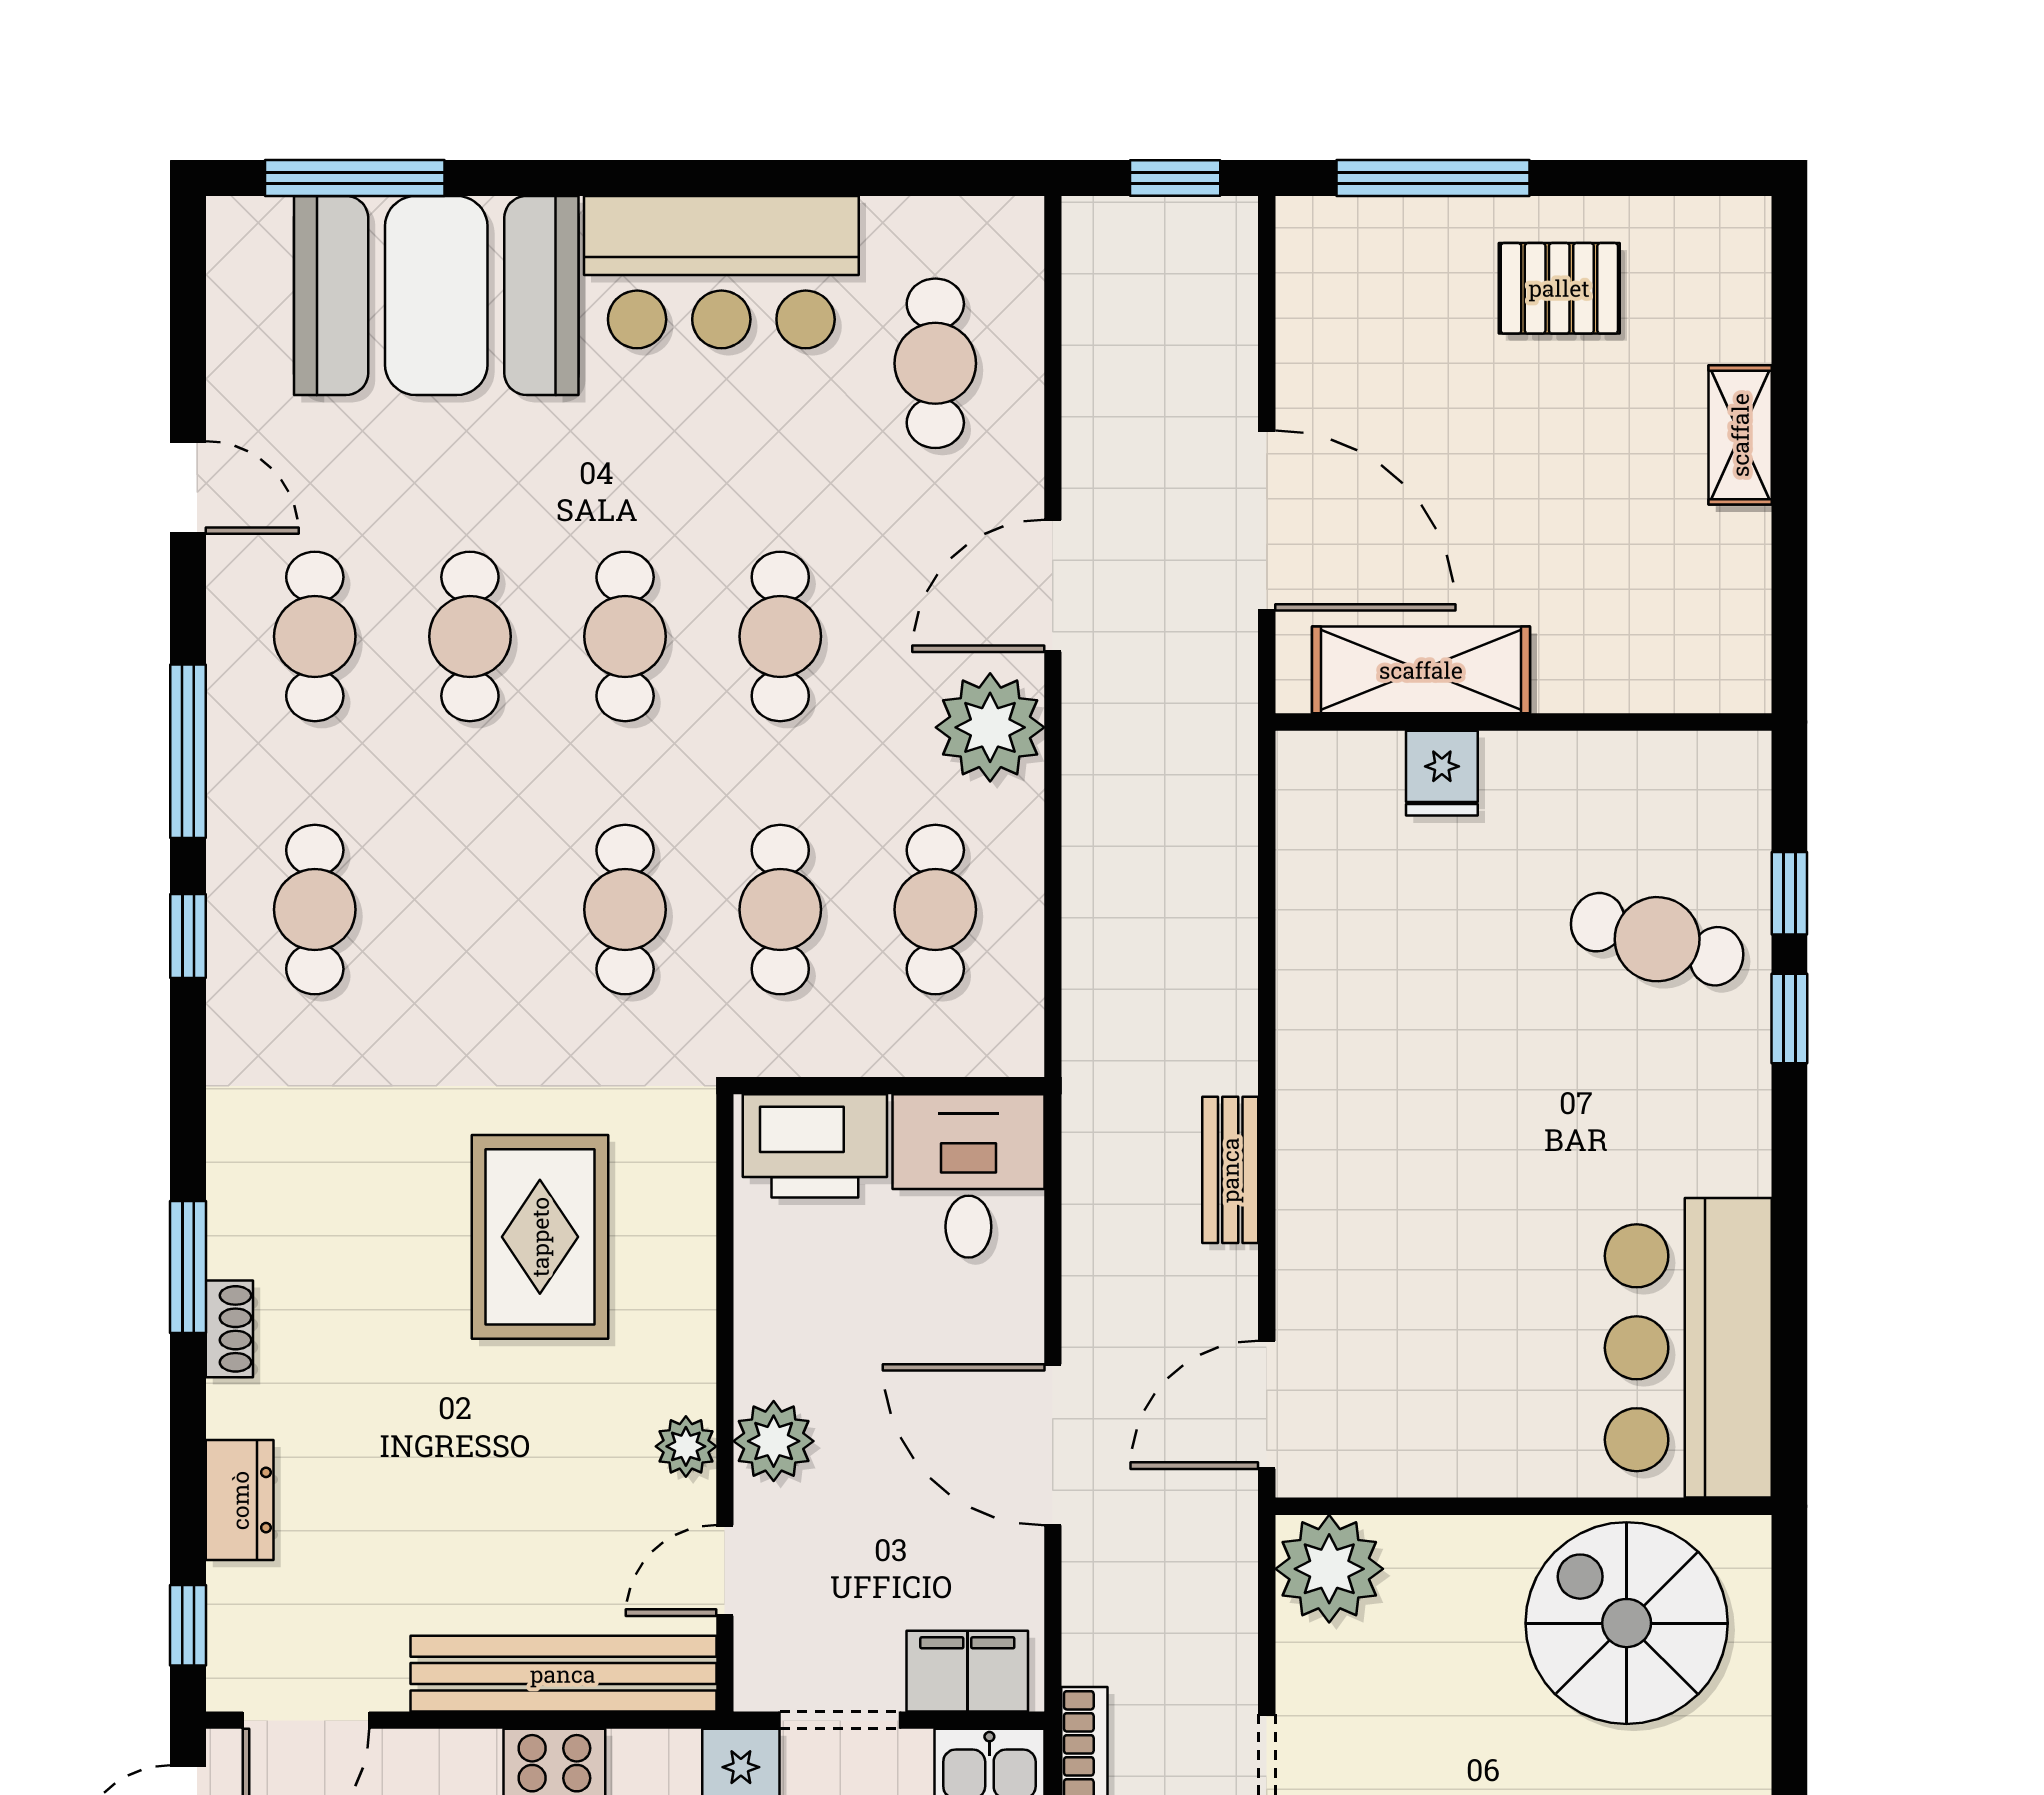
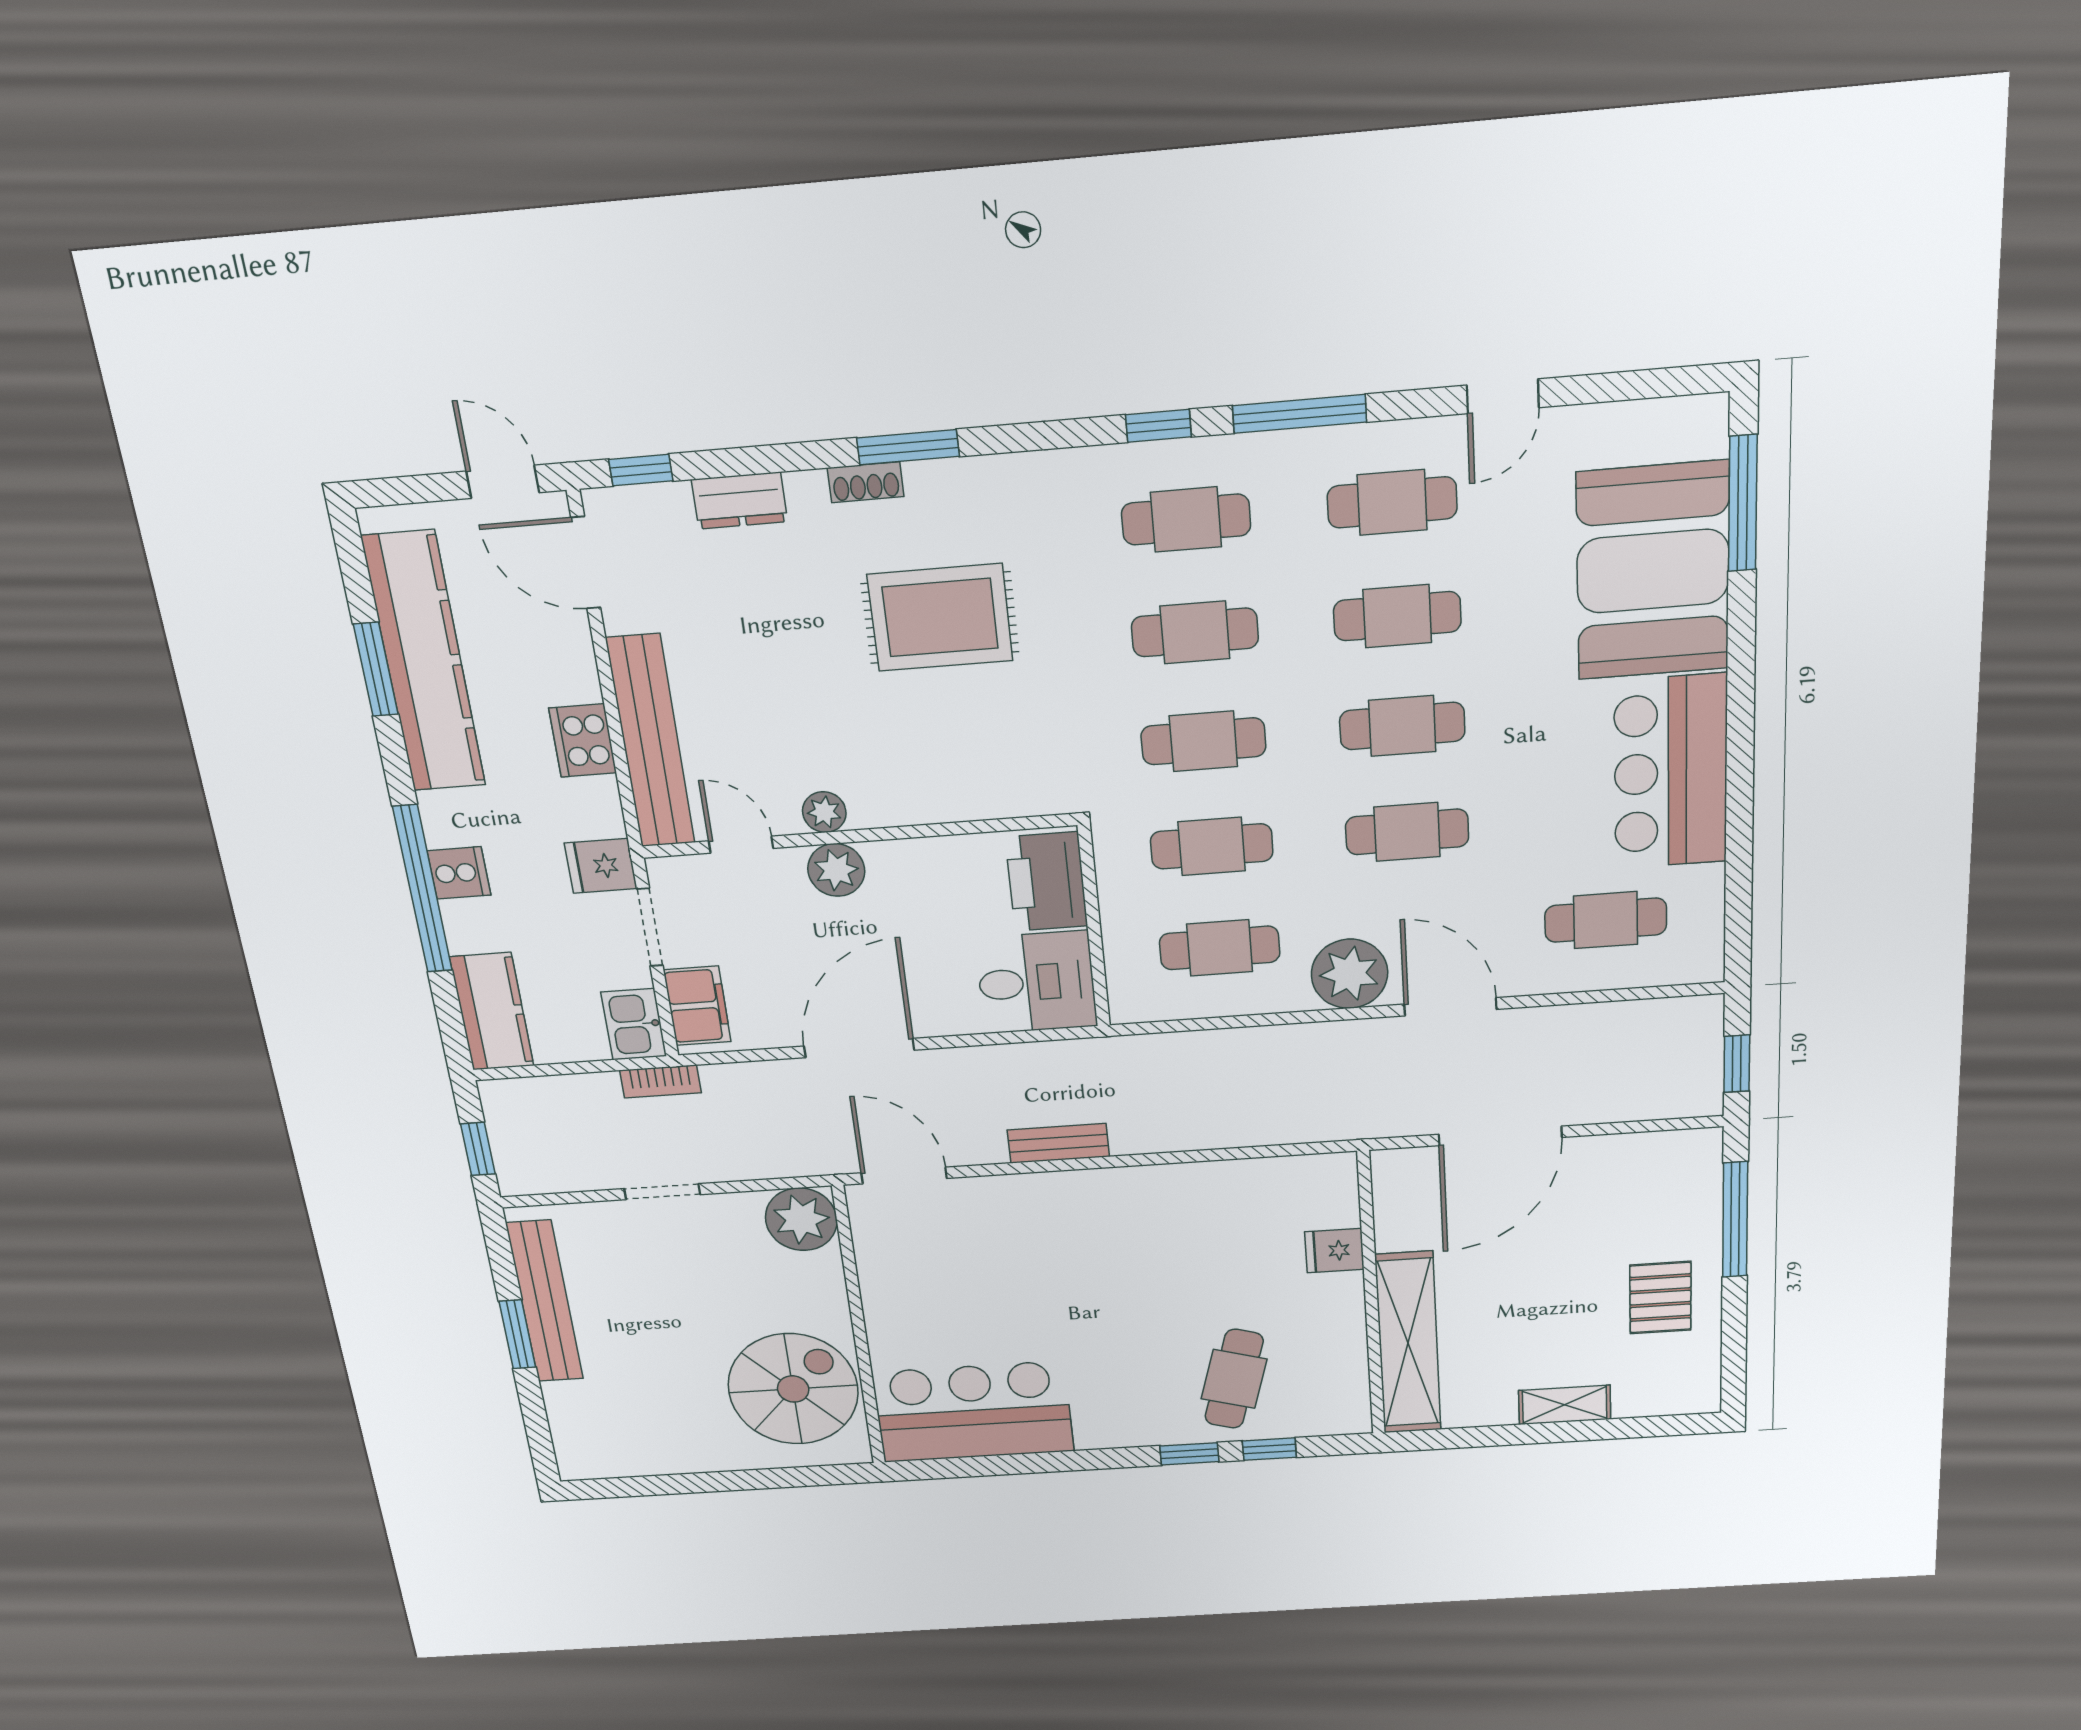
shelving: (1421, 670) -> (1408, 1343), moved, width x1.47
cafe table: (470, 910) -> (1195, 632), added
rug: (540, 1237) -> (940, 618), moved

